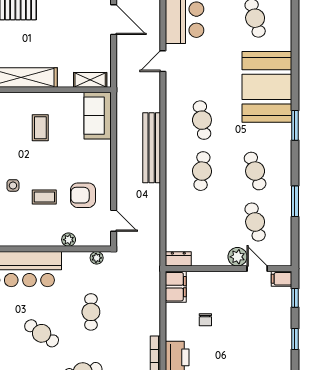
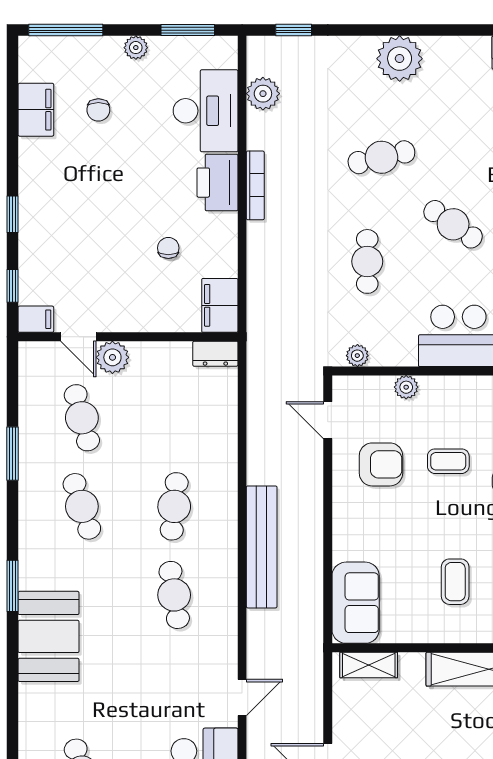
booth: (267, 87) -> (49, 636), width x0.73, depth x0.70

